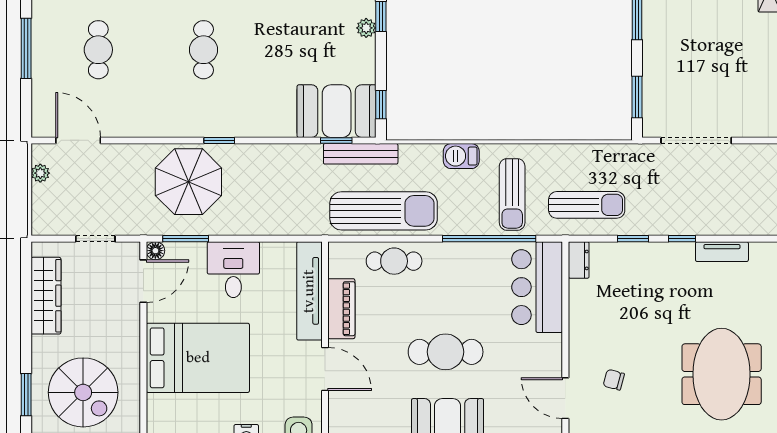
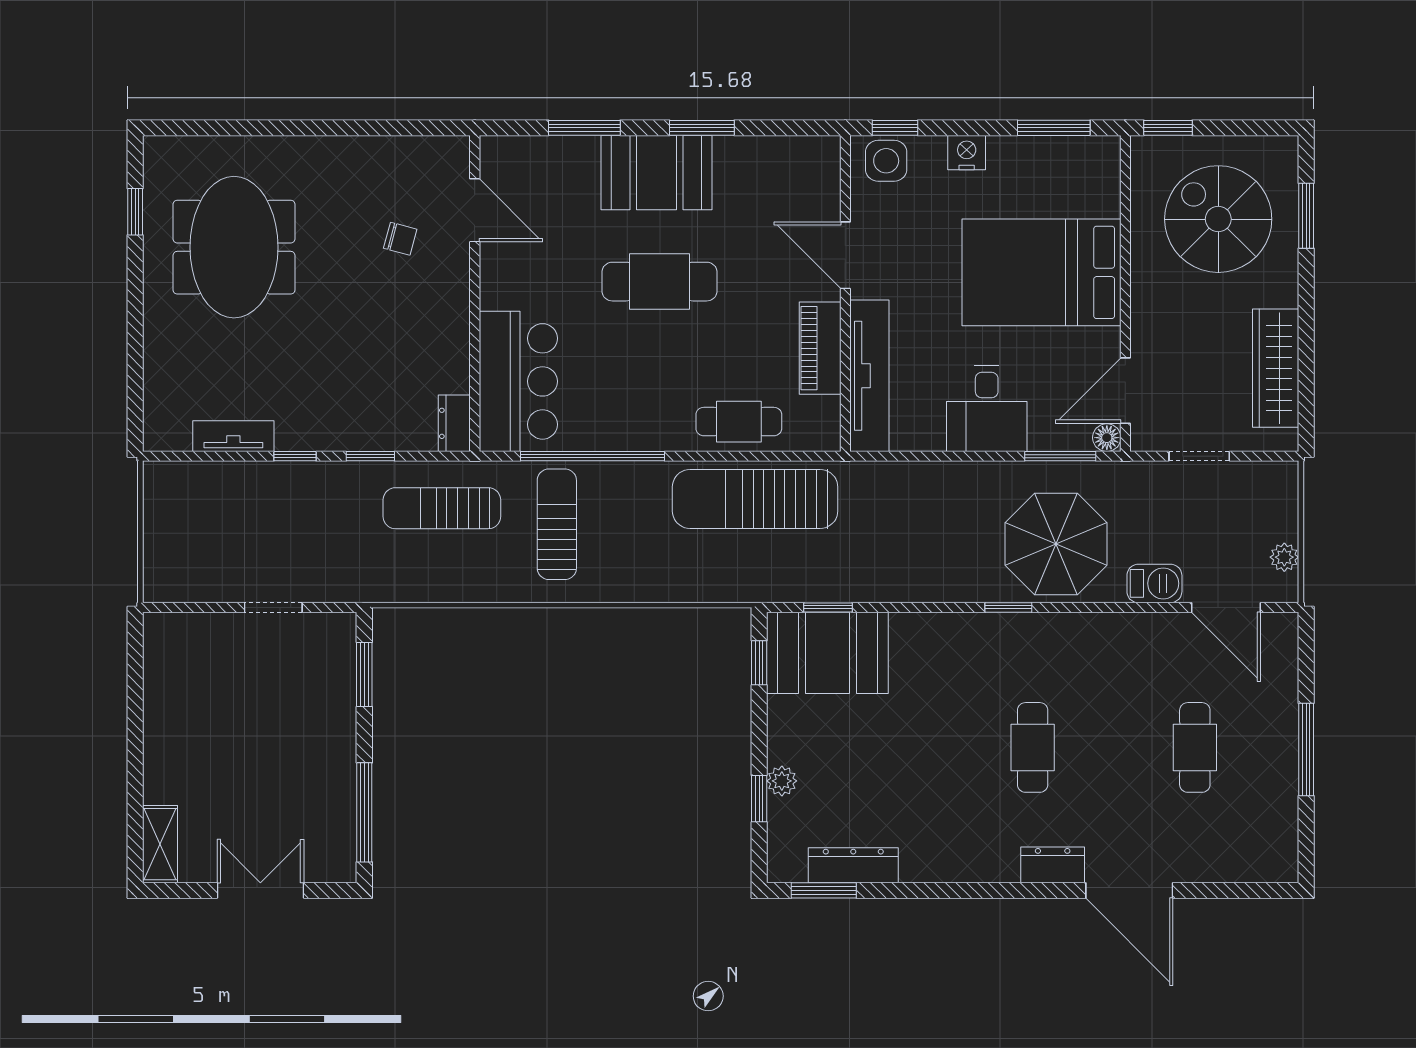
doorway: (696, 140) -> (273, 607), width x0.53
bench: (361, 154) -> (790, 587), removed
barbecue: (461, 156) -> (1154, 583), moved

